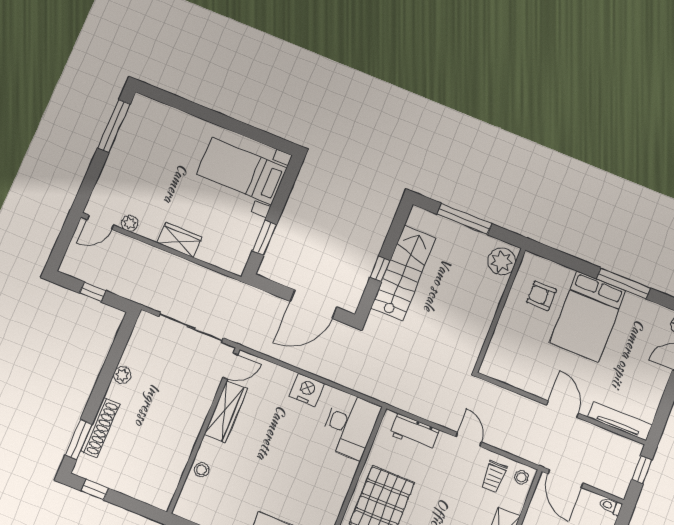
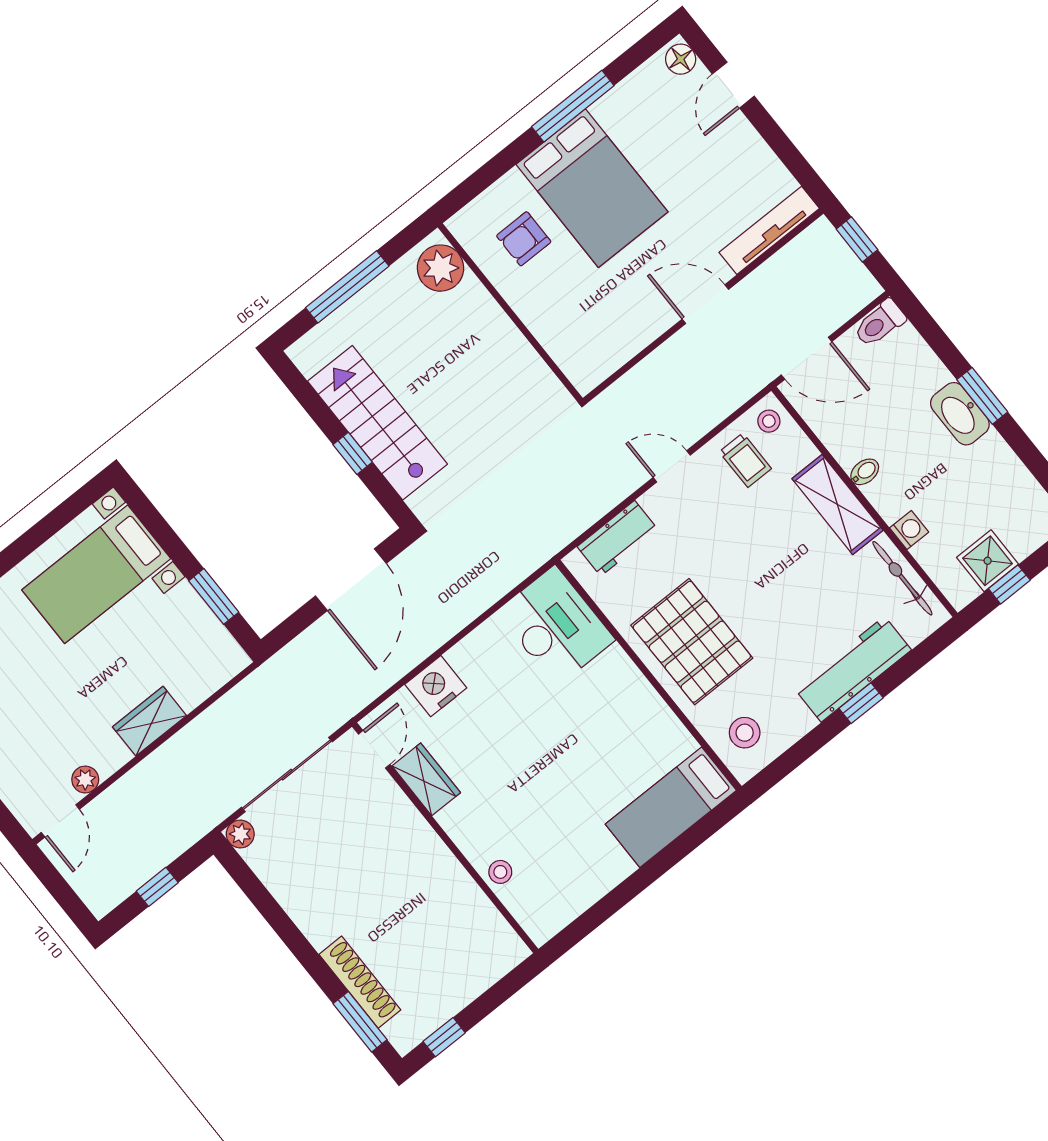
plant: (122, 375) -> (240, 834), moved
nightstand: (307, 390) -> (436, 686), moved
wardrobe: (226, 411) -> (426, 779), width x0.67
toilet: (610, 506) -> (880, 323), width x1.37, depth x1.39

